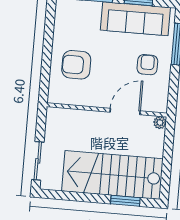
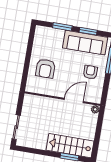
armchair: (76, 65) -> (45, 69), turned -90
stairs: (112, 175) -> (70, 146), width x0.73, depth x0.66

